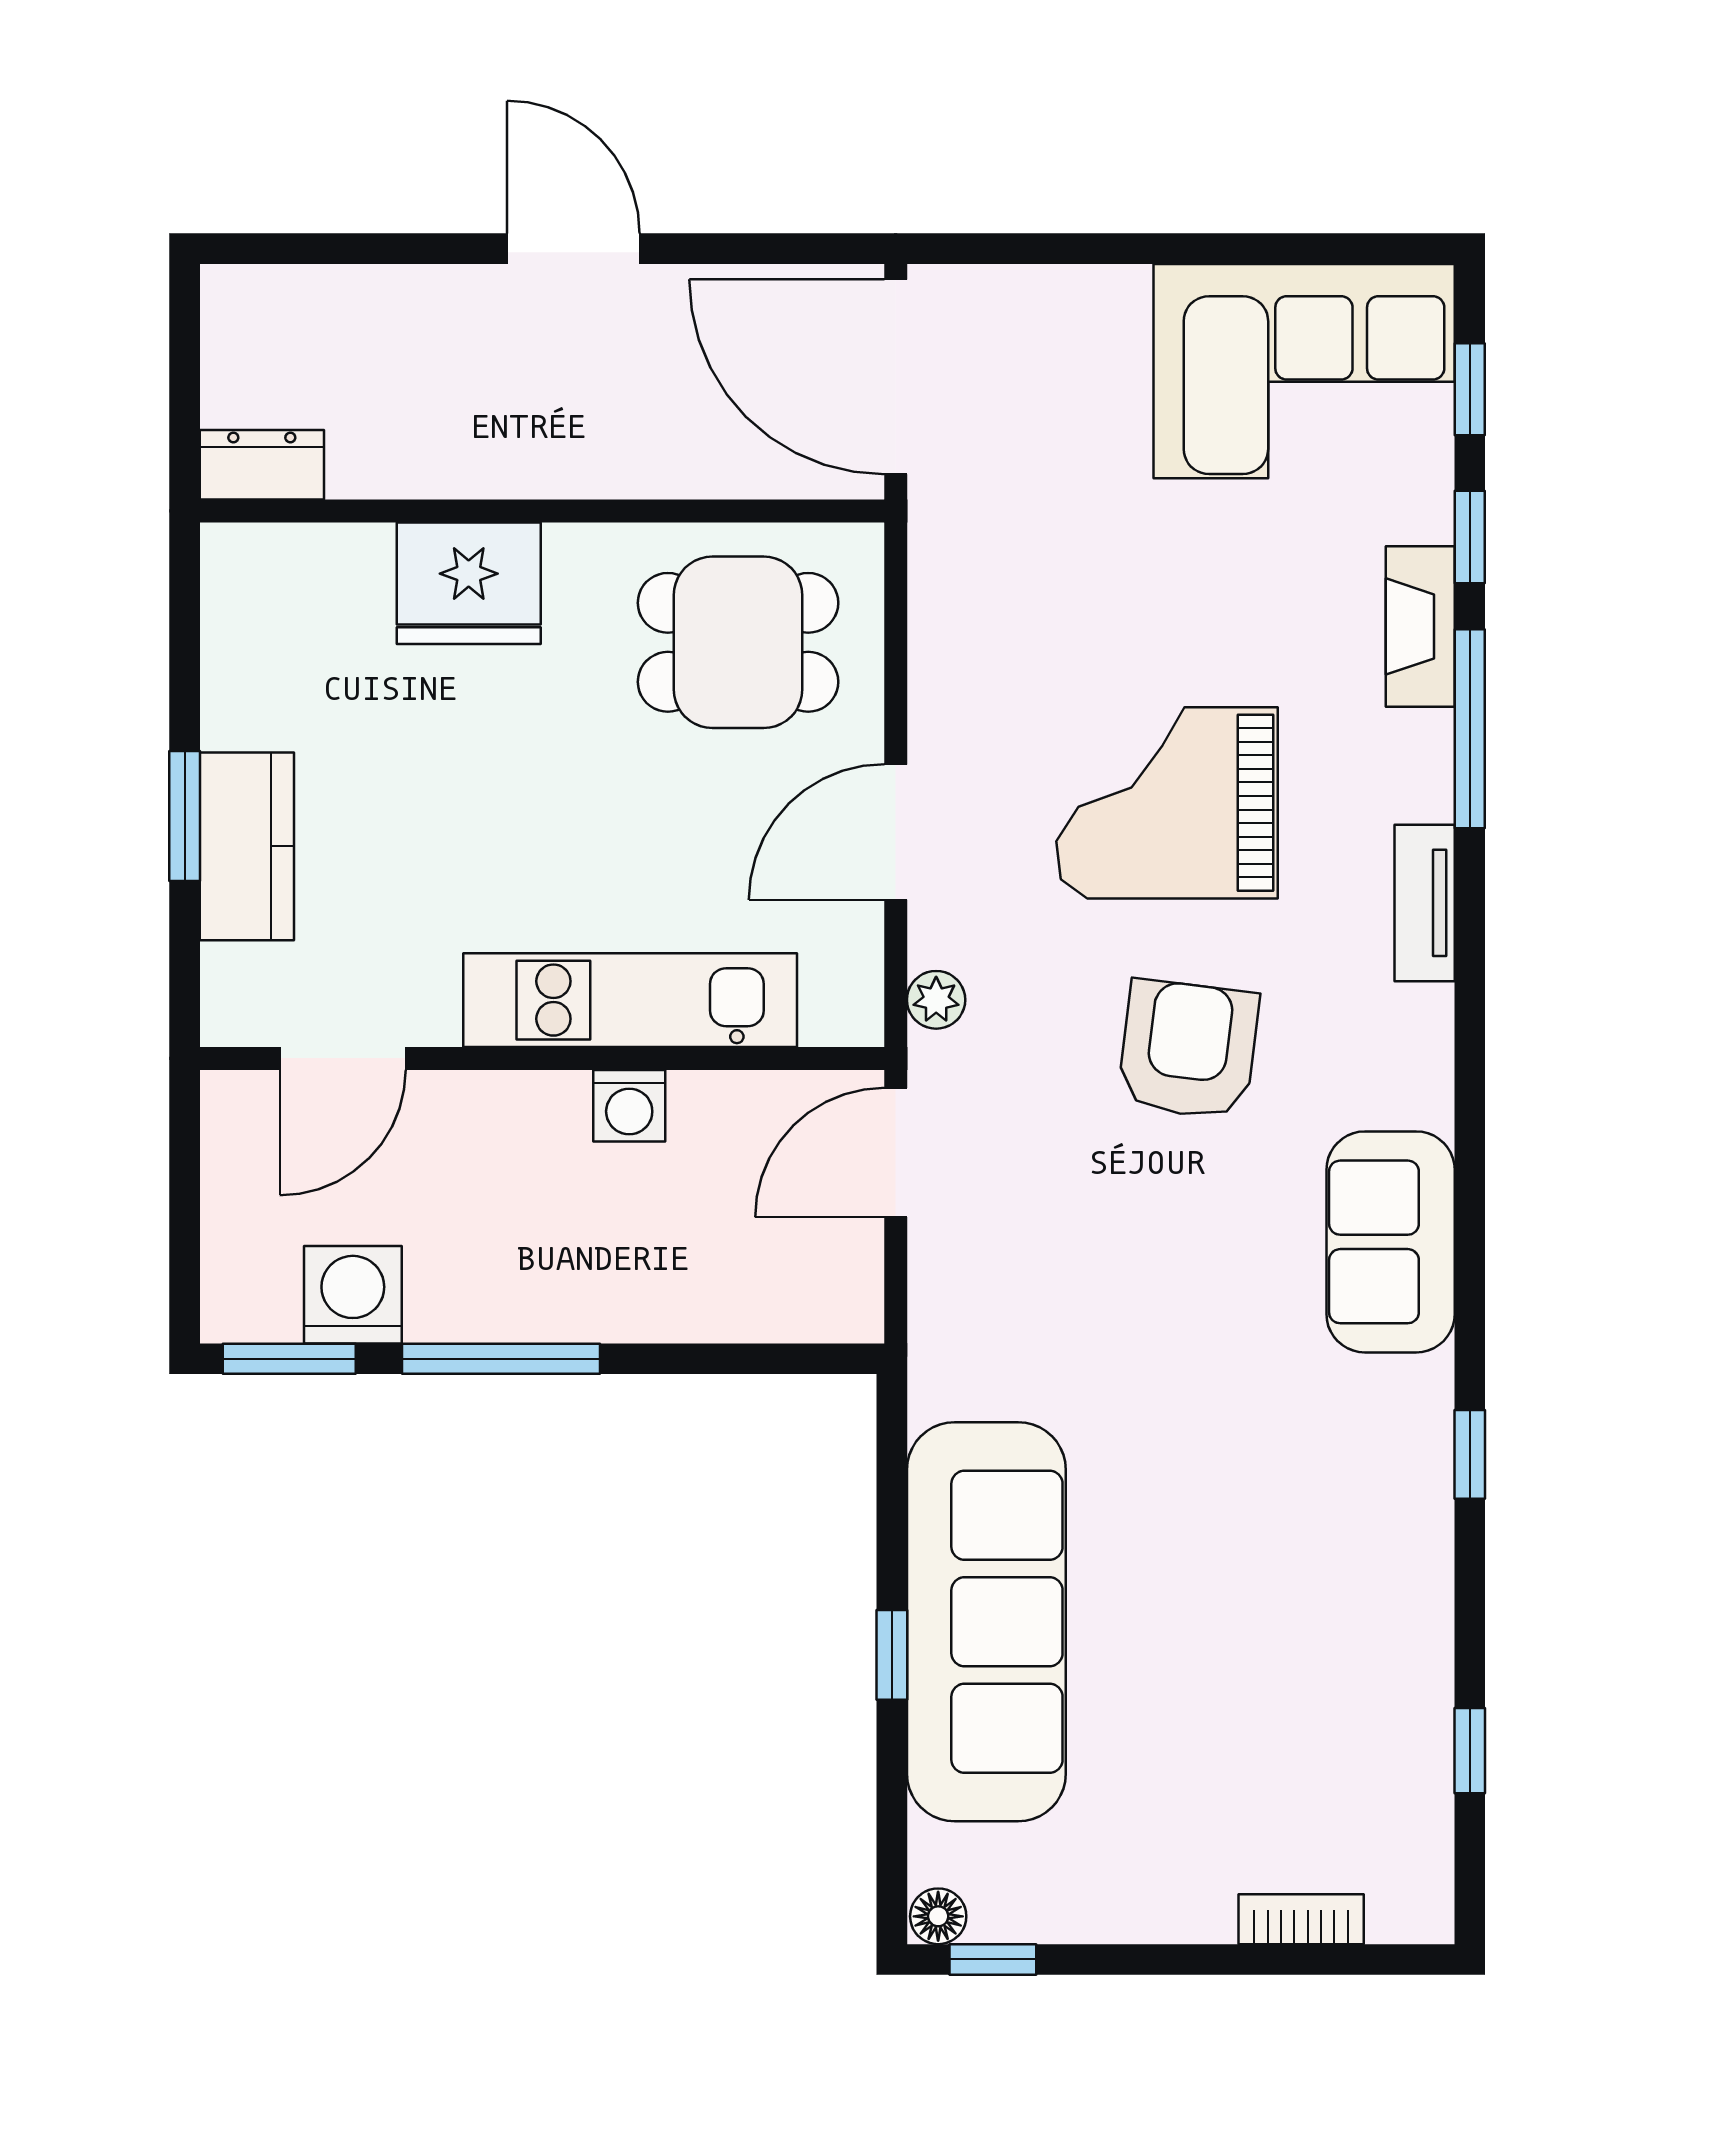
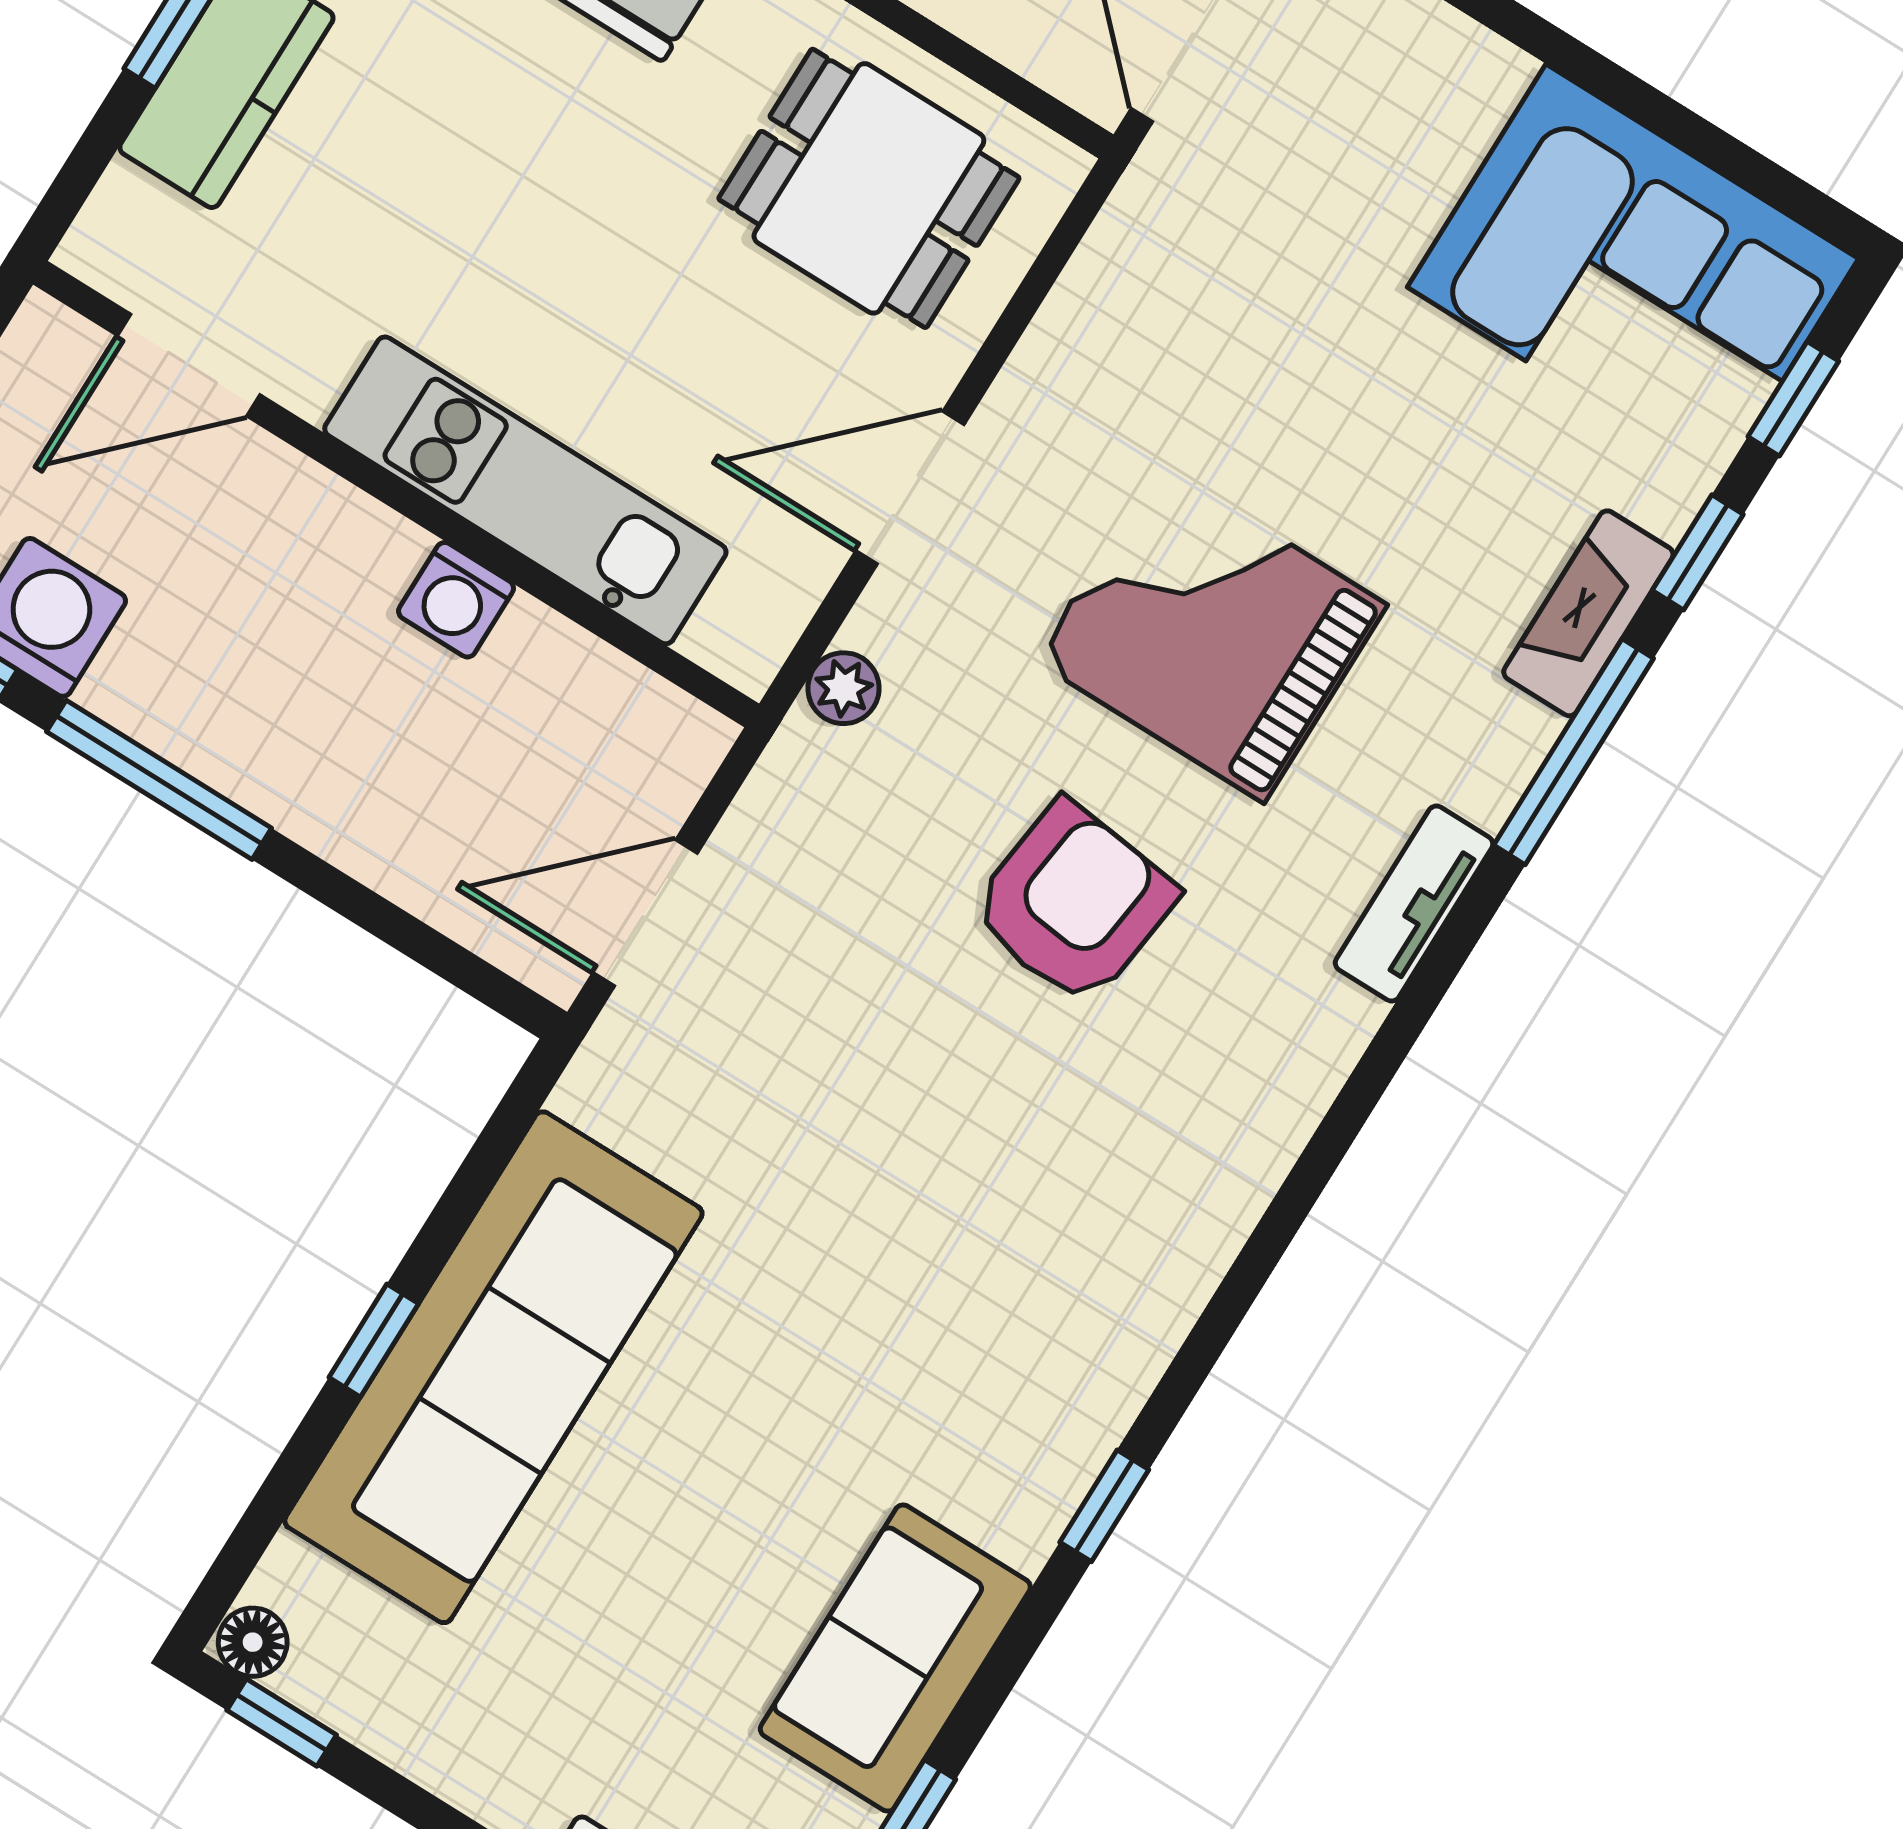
door: (896, 1152) -> (645, 913), moved
sofa: (1391, 1242) -> (895, 1658), moved

